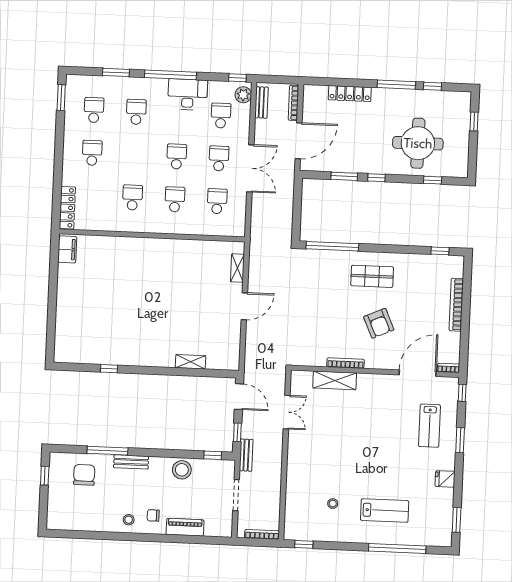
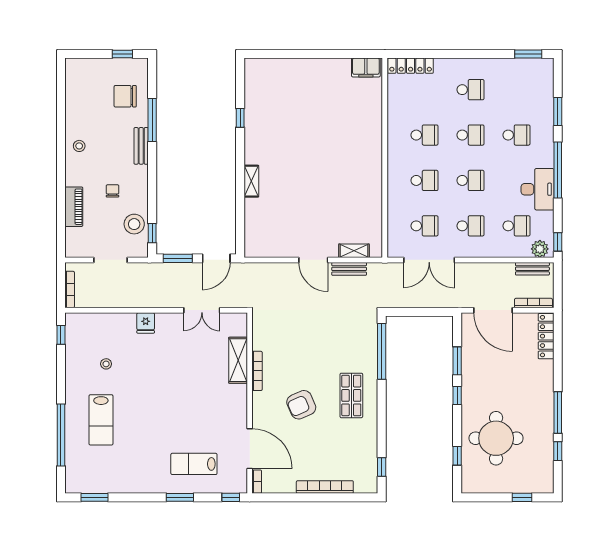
locker: (350, 94) -> (546, 336), moved
school desk: (94, 110) -> (471, 135), moved
double door: (250, 168) -> (429, 260), moved
shelving: (191, 362) -> (251, 181), moved
window: (237, 432) -> (178, 258), width x1.50
bench: (246, 455) -> (349, 269), moved
stool: (182, 470) -> (134, 224), moved
chair: (84, 475) -> (125, 96), turned 180
fridge: (445, 479) -> (146, 323), moved, turned 180
chair: (153, 515) -> (113, 191), moved

